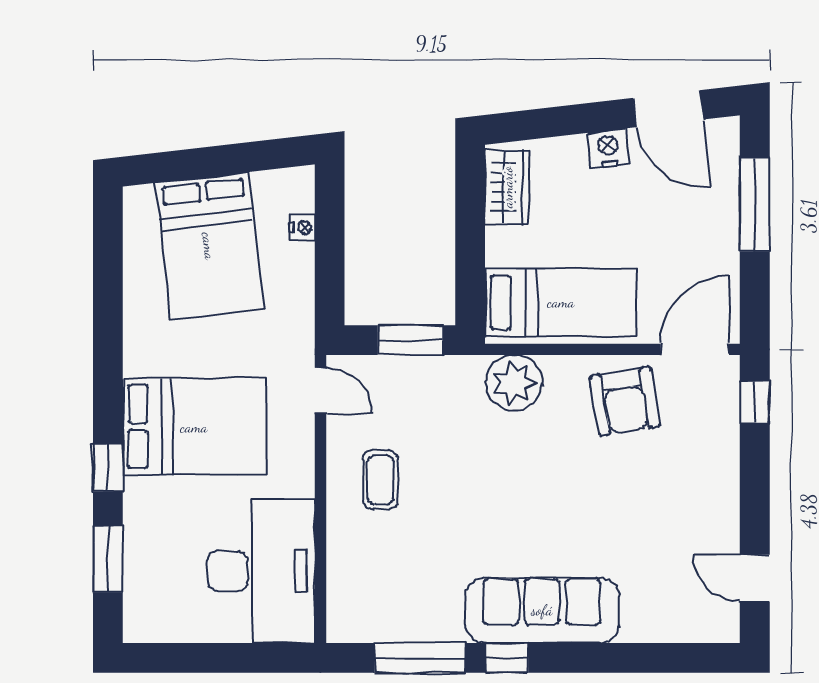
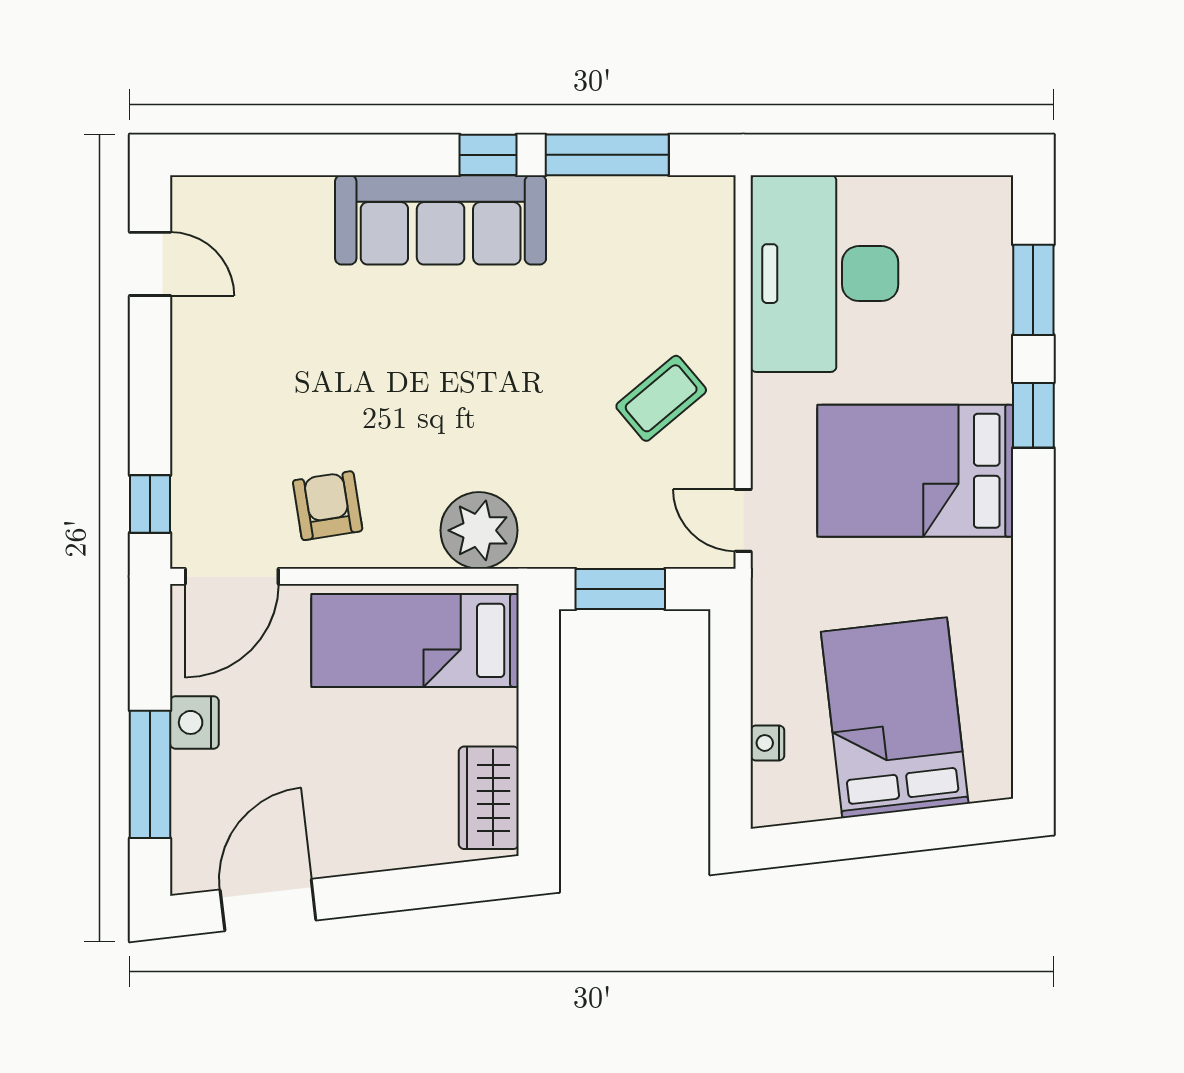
door: (668, 109) -> (268, 905), hinge flipped
nightstand: (608, 148) -> (194, 722), moved, turned 97
armchair: (625, 401) -> (328, 506), width x0.72, depth x0.72
coffee table: (380, 480) -> (661, 398), turned 50

